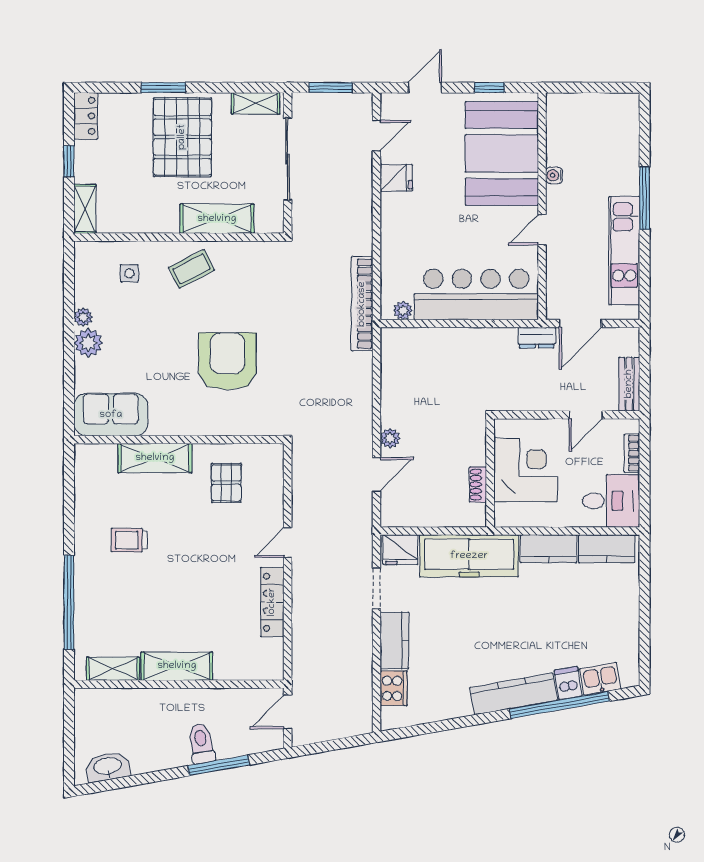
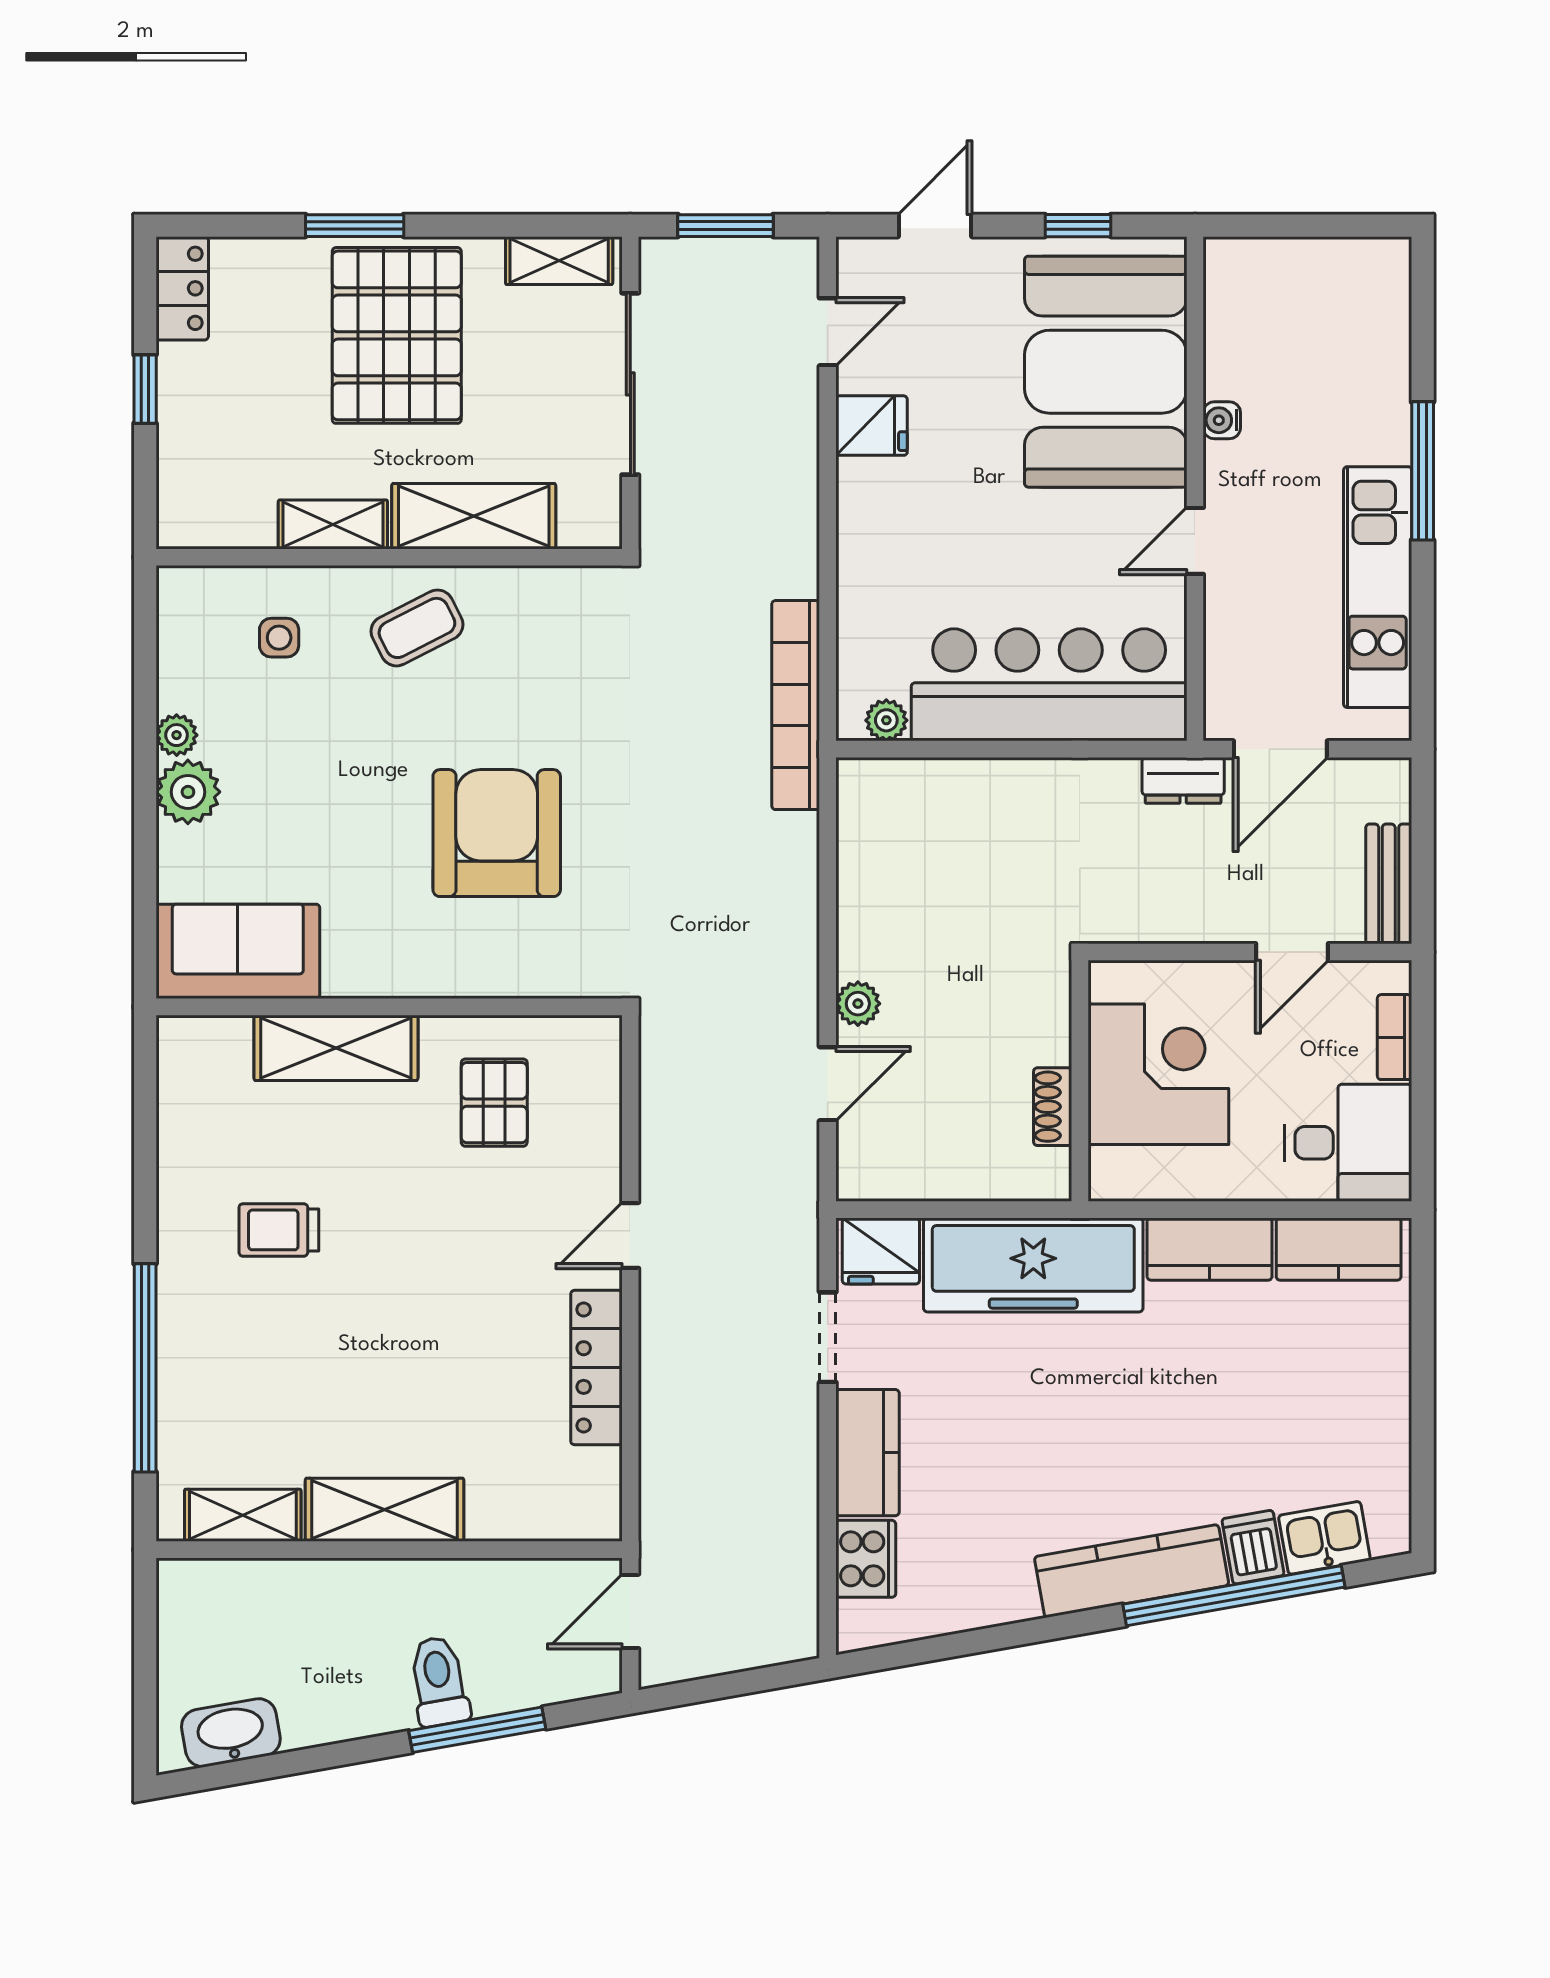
shelving: (85, 209) -> (333, 525), moved, turned 90

